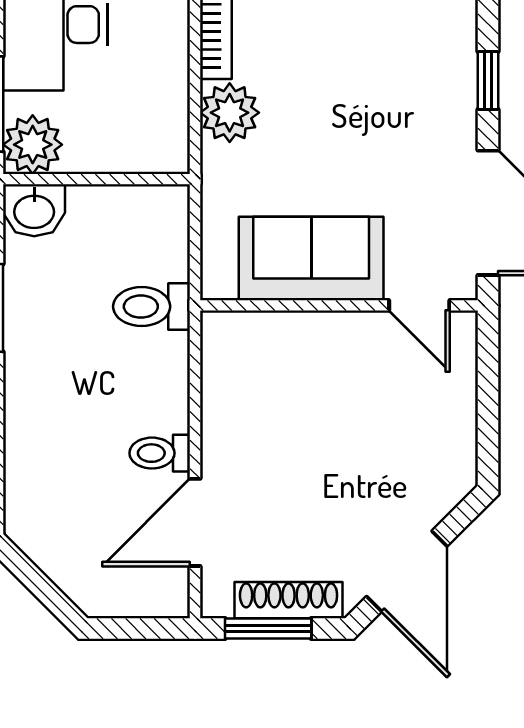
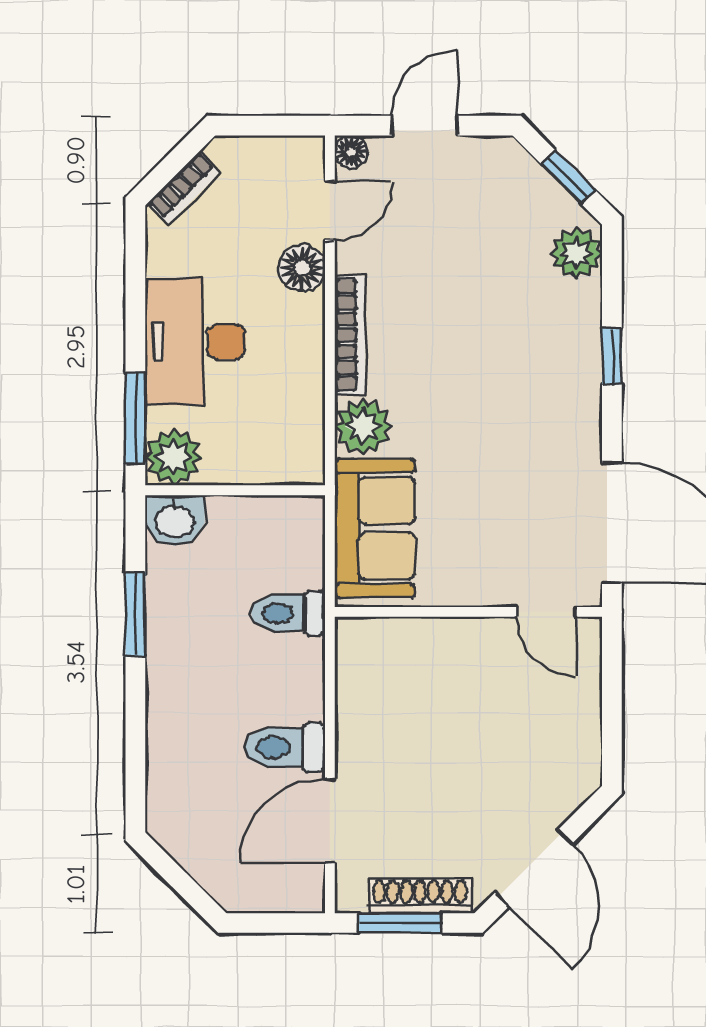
window: (488, 80) -> (612, 356), moved
sofa: (311, 259) -> (375, 528), moved, turned 90
toilet: (160, 453) -> (285, 747), width x1.37, depth x1.39

